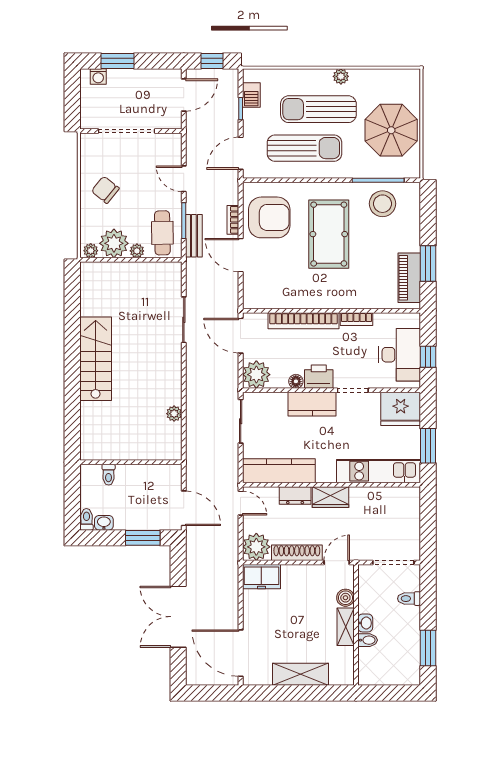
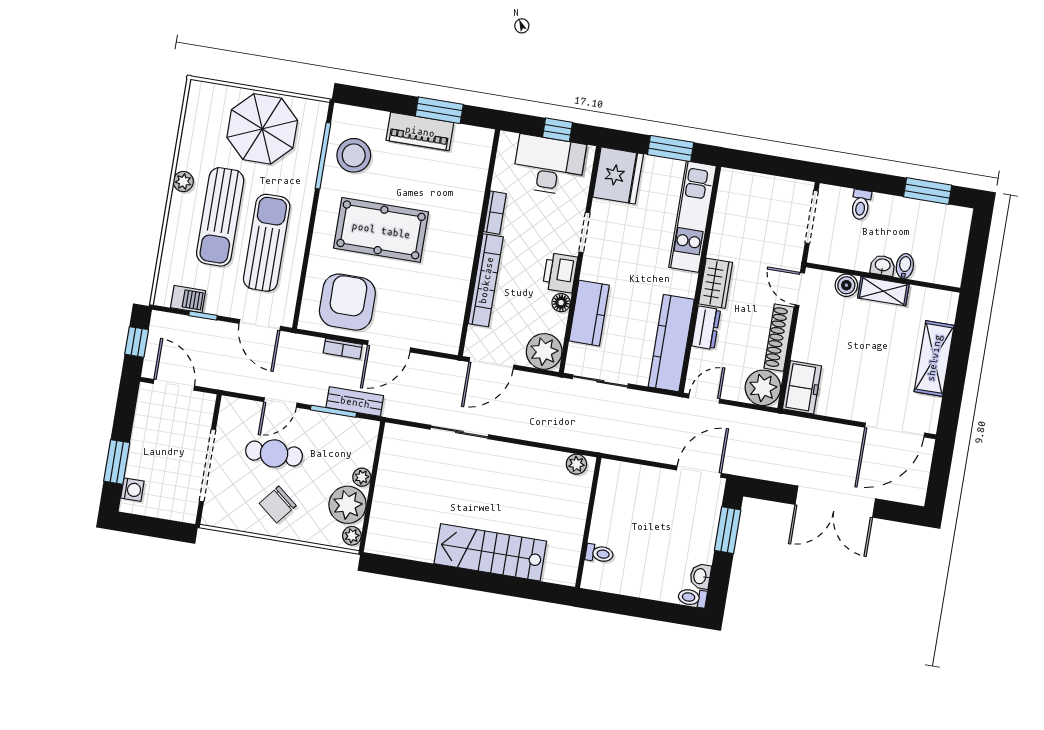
cafe table: (162, 233) -> (274, 453), moved
piano: (409, 278) -> (420, 131), moved
kitchen counter: (312, 404) -> (589, 313), moved
wall: (131, 462) -> (588, 523), moved
toilet: (109, 475) -> (599, 554), moved

